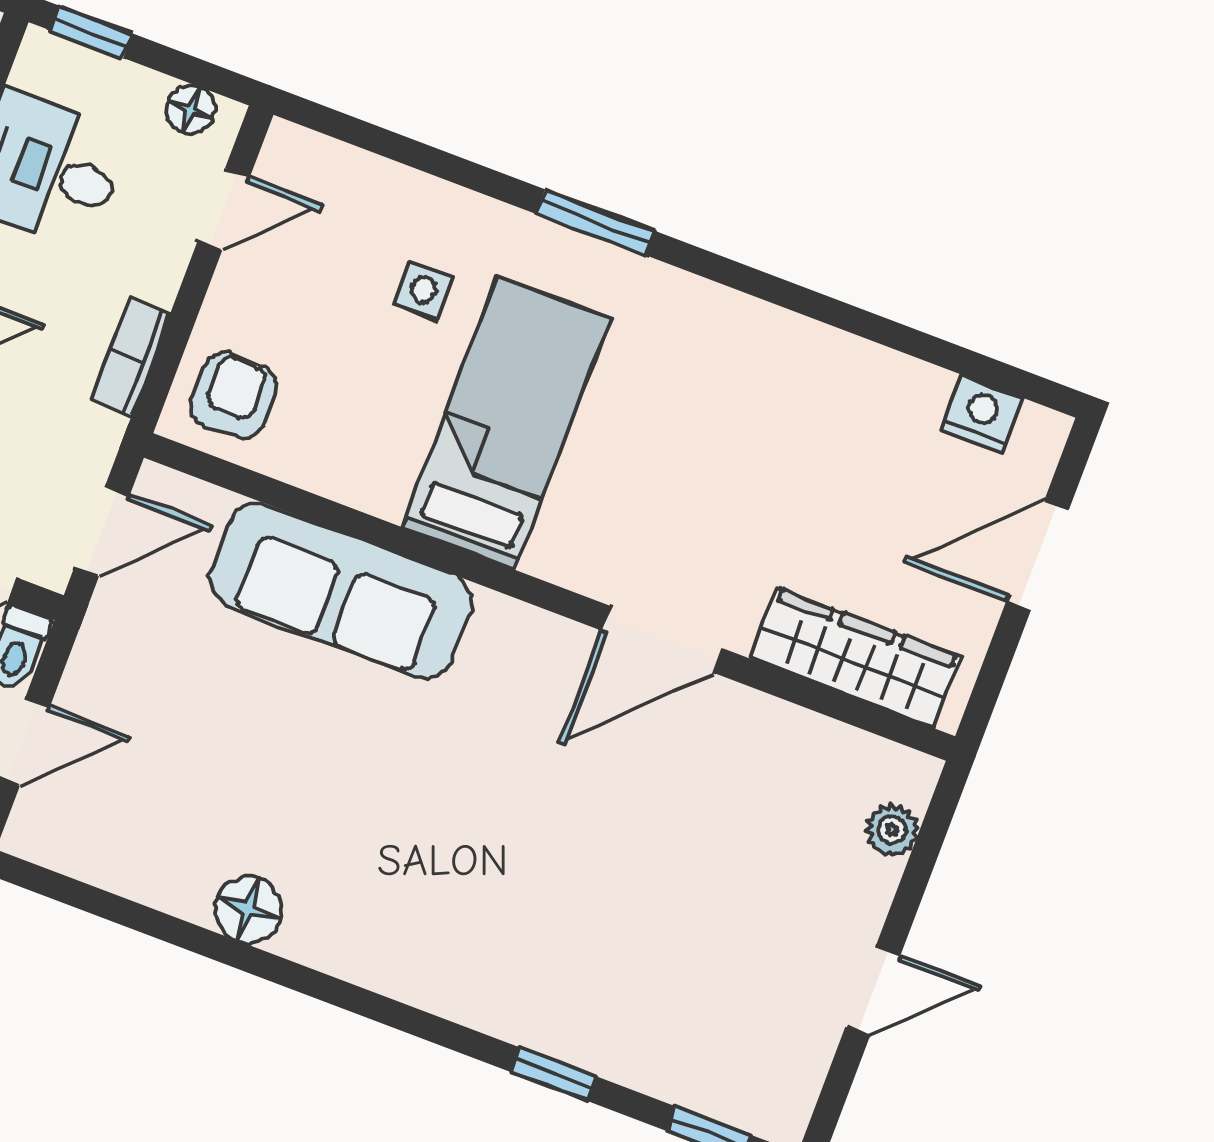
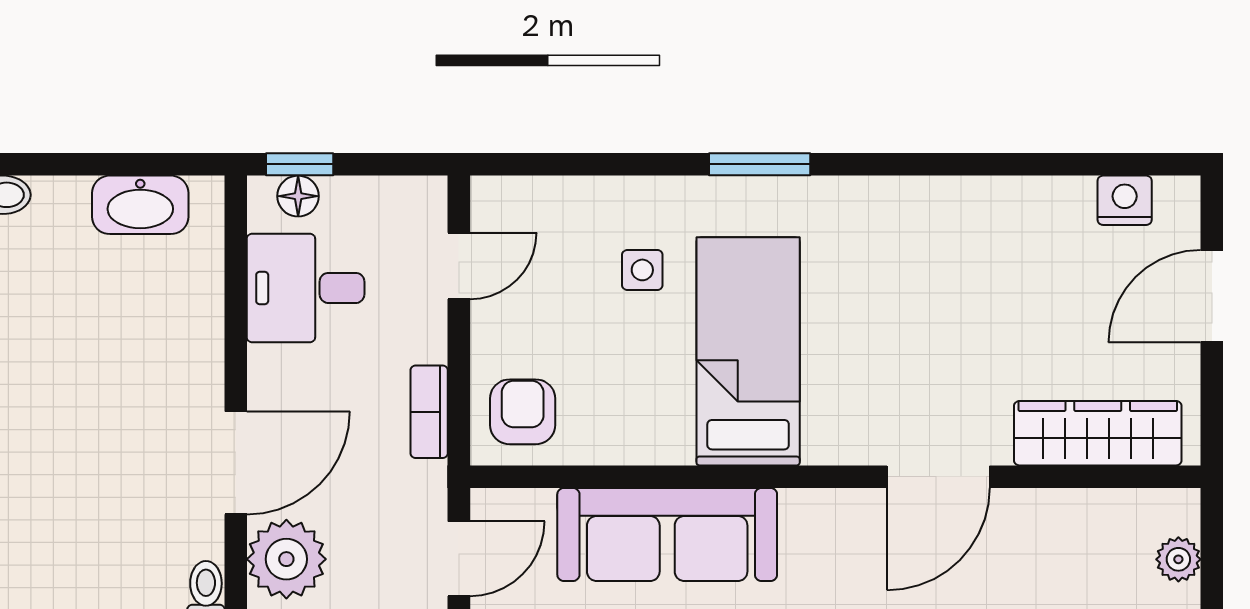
floor lamp: (191, 109) -> (298, 196), moved

